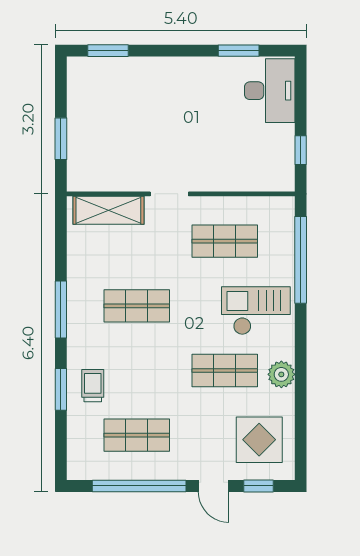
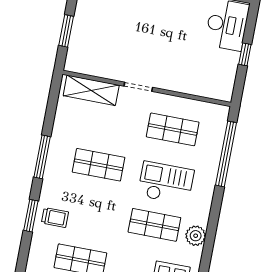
window: (301, 150) -> (245, 54), moved
checkout: (256, 311) -> (166, 183), moved
trolley: (93, 386) -> (55, 217), turned 90

